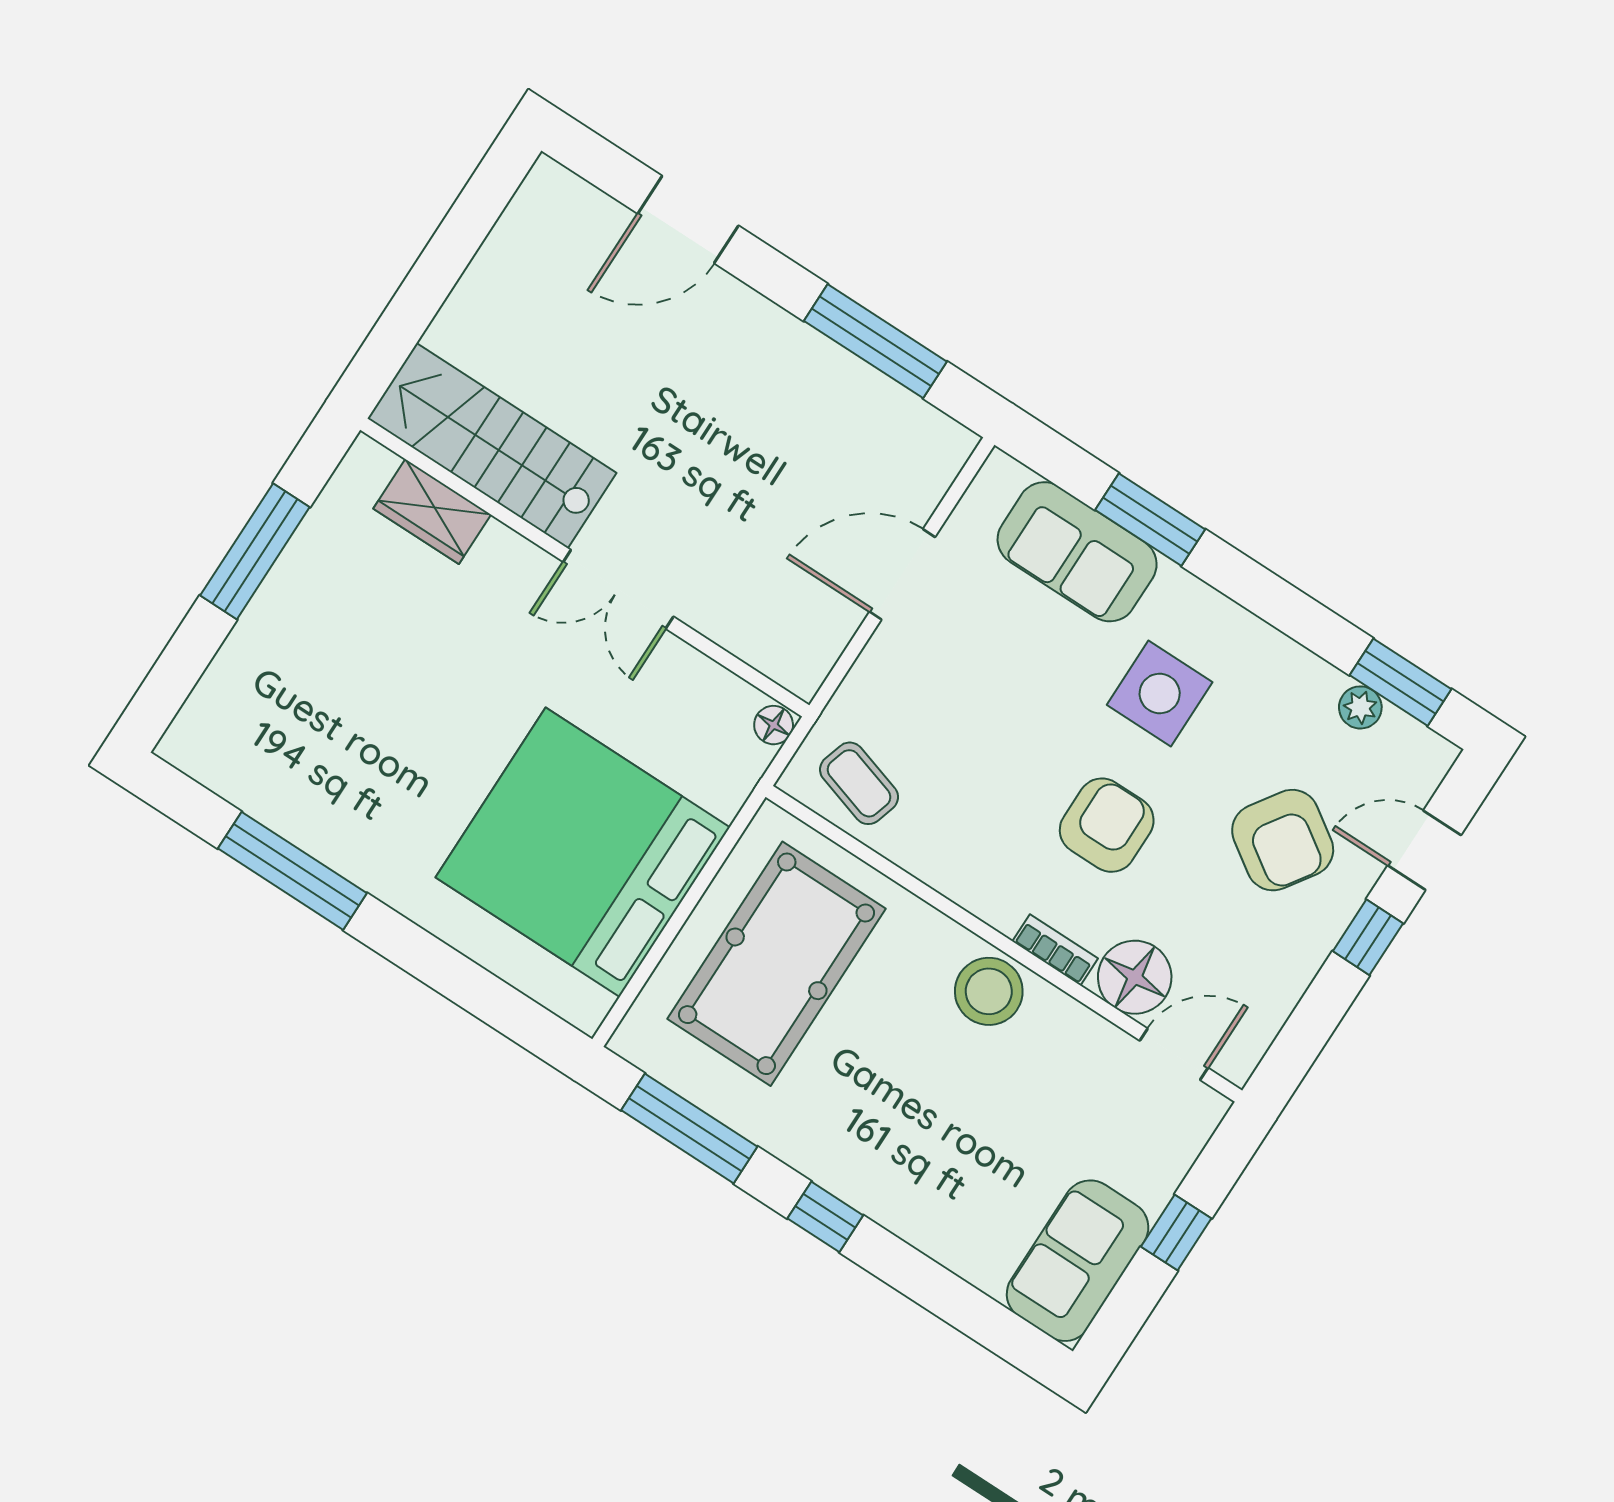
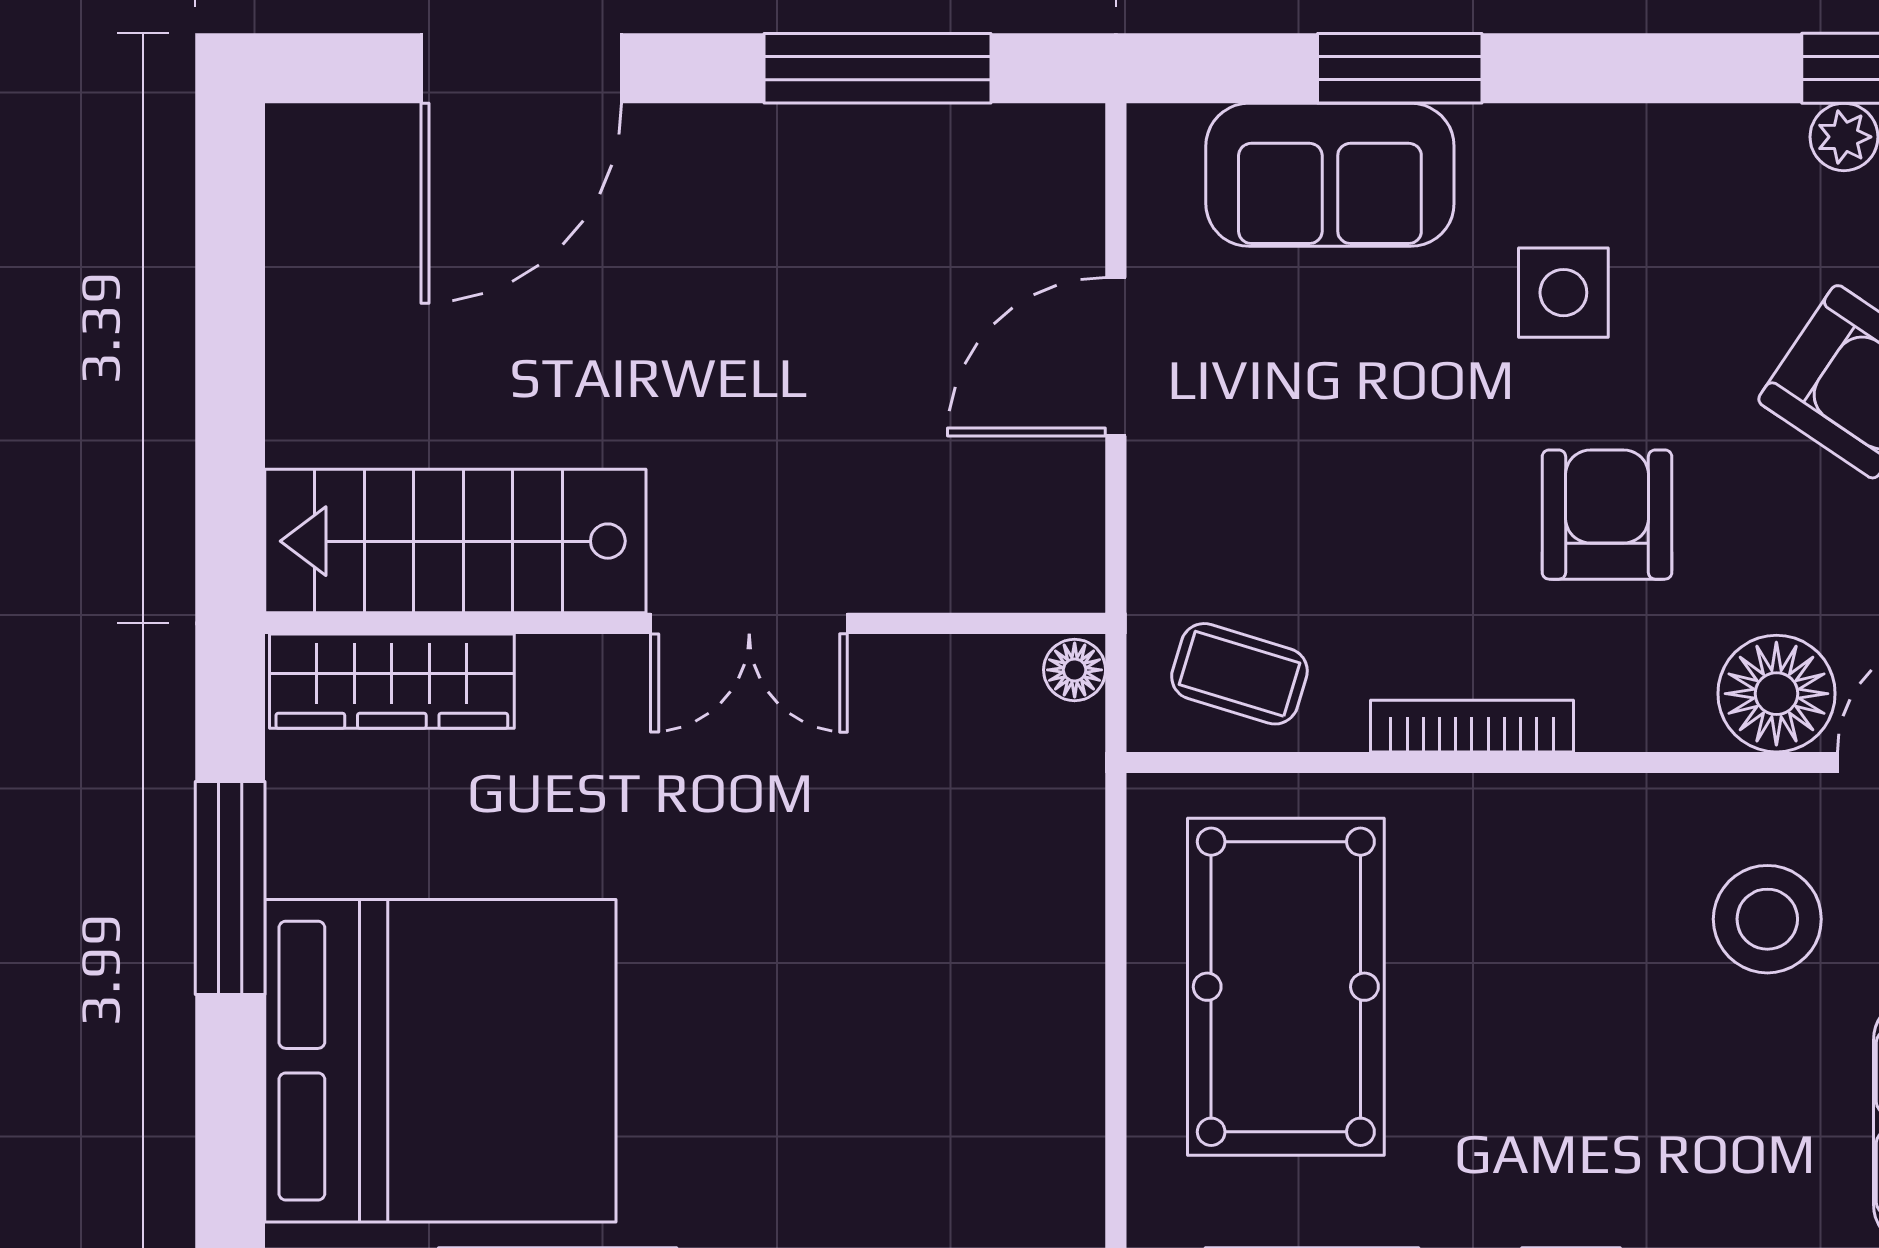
door: (688, 220) -> (521, 68), width x1.36
wardrobe: (432, 512) -> (392, 681), width x1.50
side table: (1160, 693) -> (1563, 293), width x0.73, depth x0.73
bed: (583, 852) -> (440, 1061), moved, turned 180
bookcase: (1055, 950) -> (1472, 726), moved, width x1.56
stool: (989, 991) -> (1767, 919), moved

